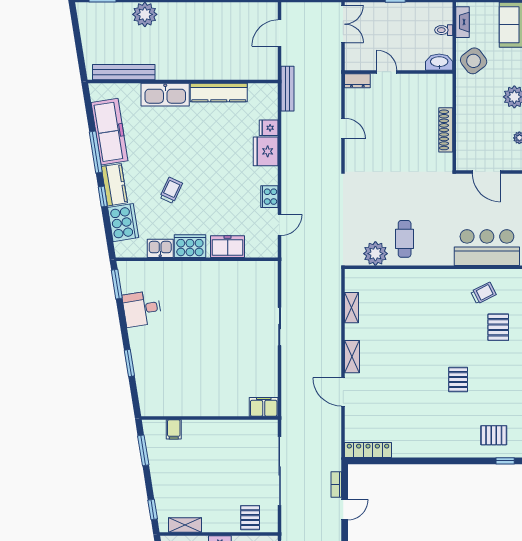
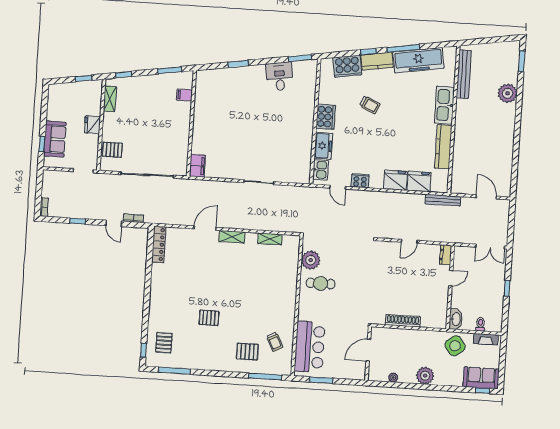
fridge: (269, 128) -> (419, 182), width x1.88, depth x1.34
kitchen sink: (160, 248) -> (321, 170), moved

